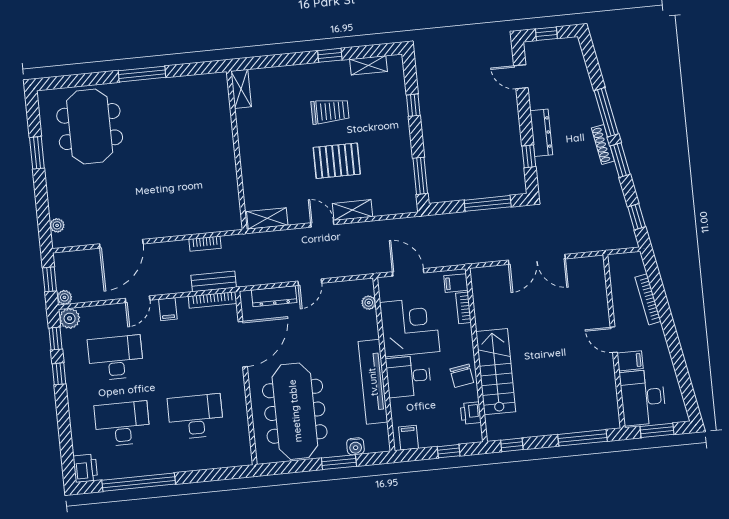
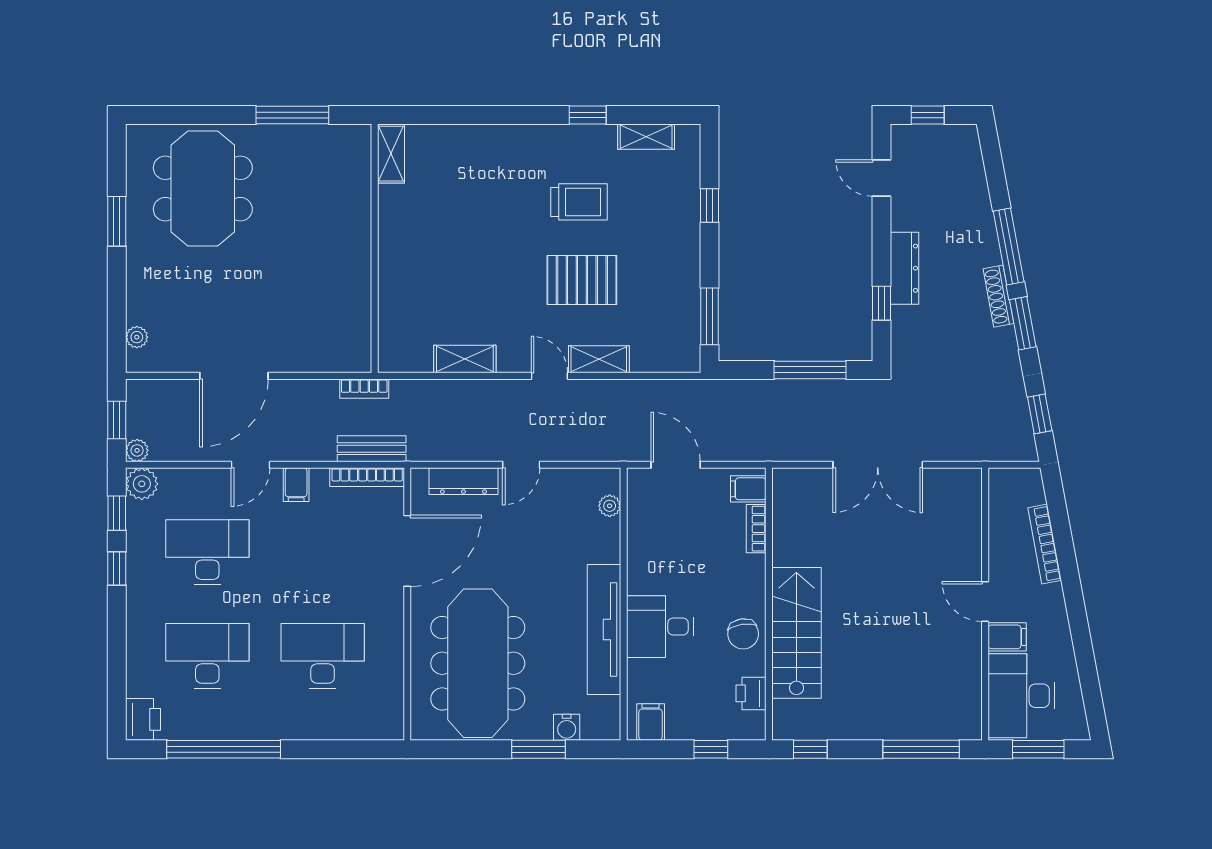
shelving: (241, 89) -> (391, 154), moved
wall: (237, 150) -> (375, 248), moved
corner desk: (410, 327) -> (670, 550), removed

